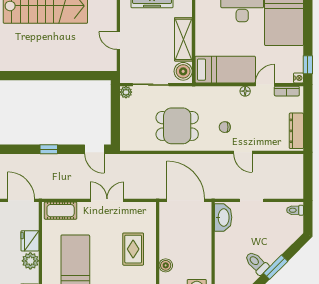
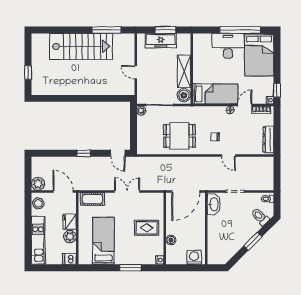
door: (186, 200) -> (186, 191), swing flipped
rug: (133, 249) -> (147, 228), turned 90
toilet: (257, 263) -> (260, 217), moved

